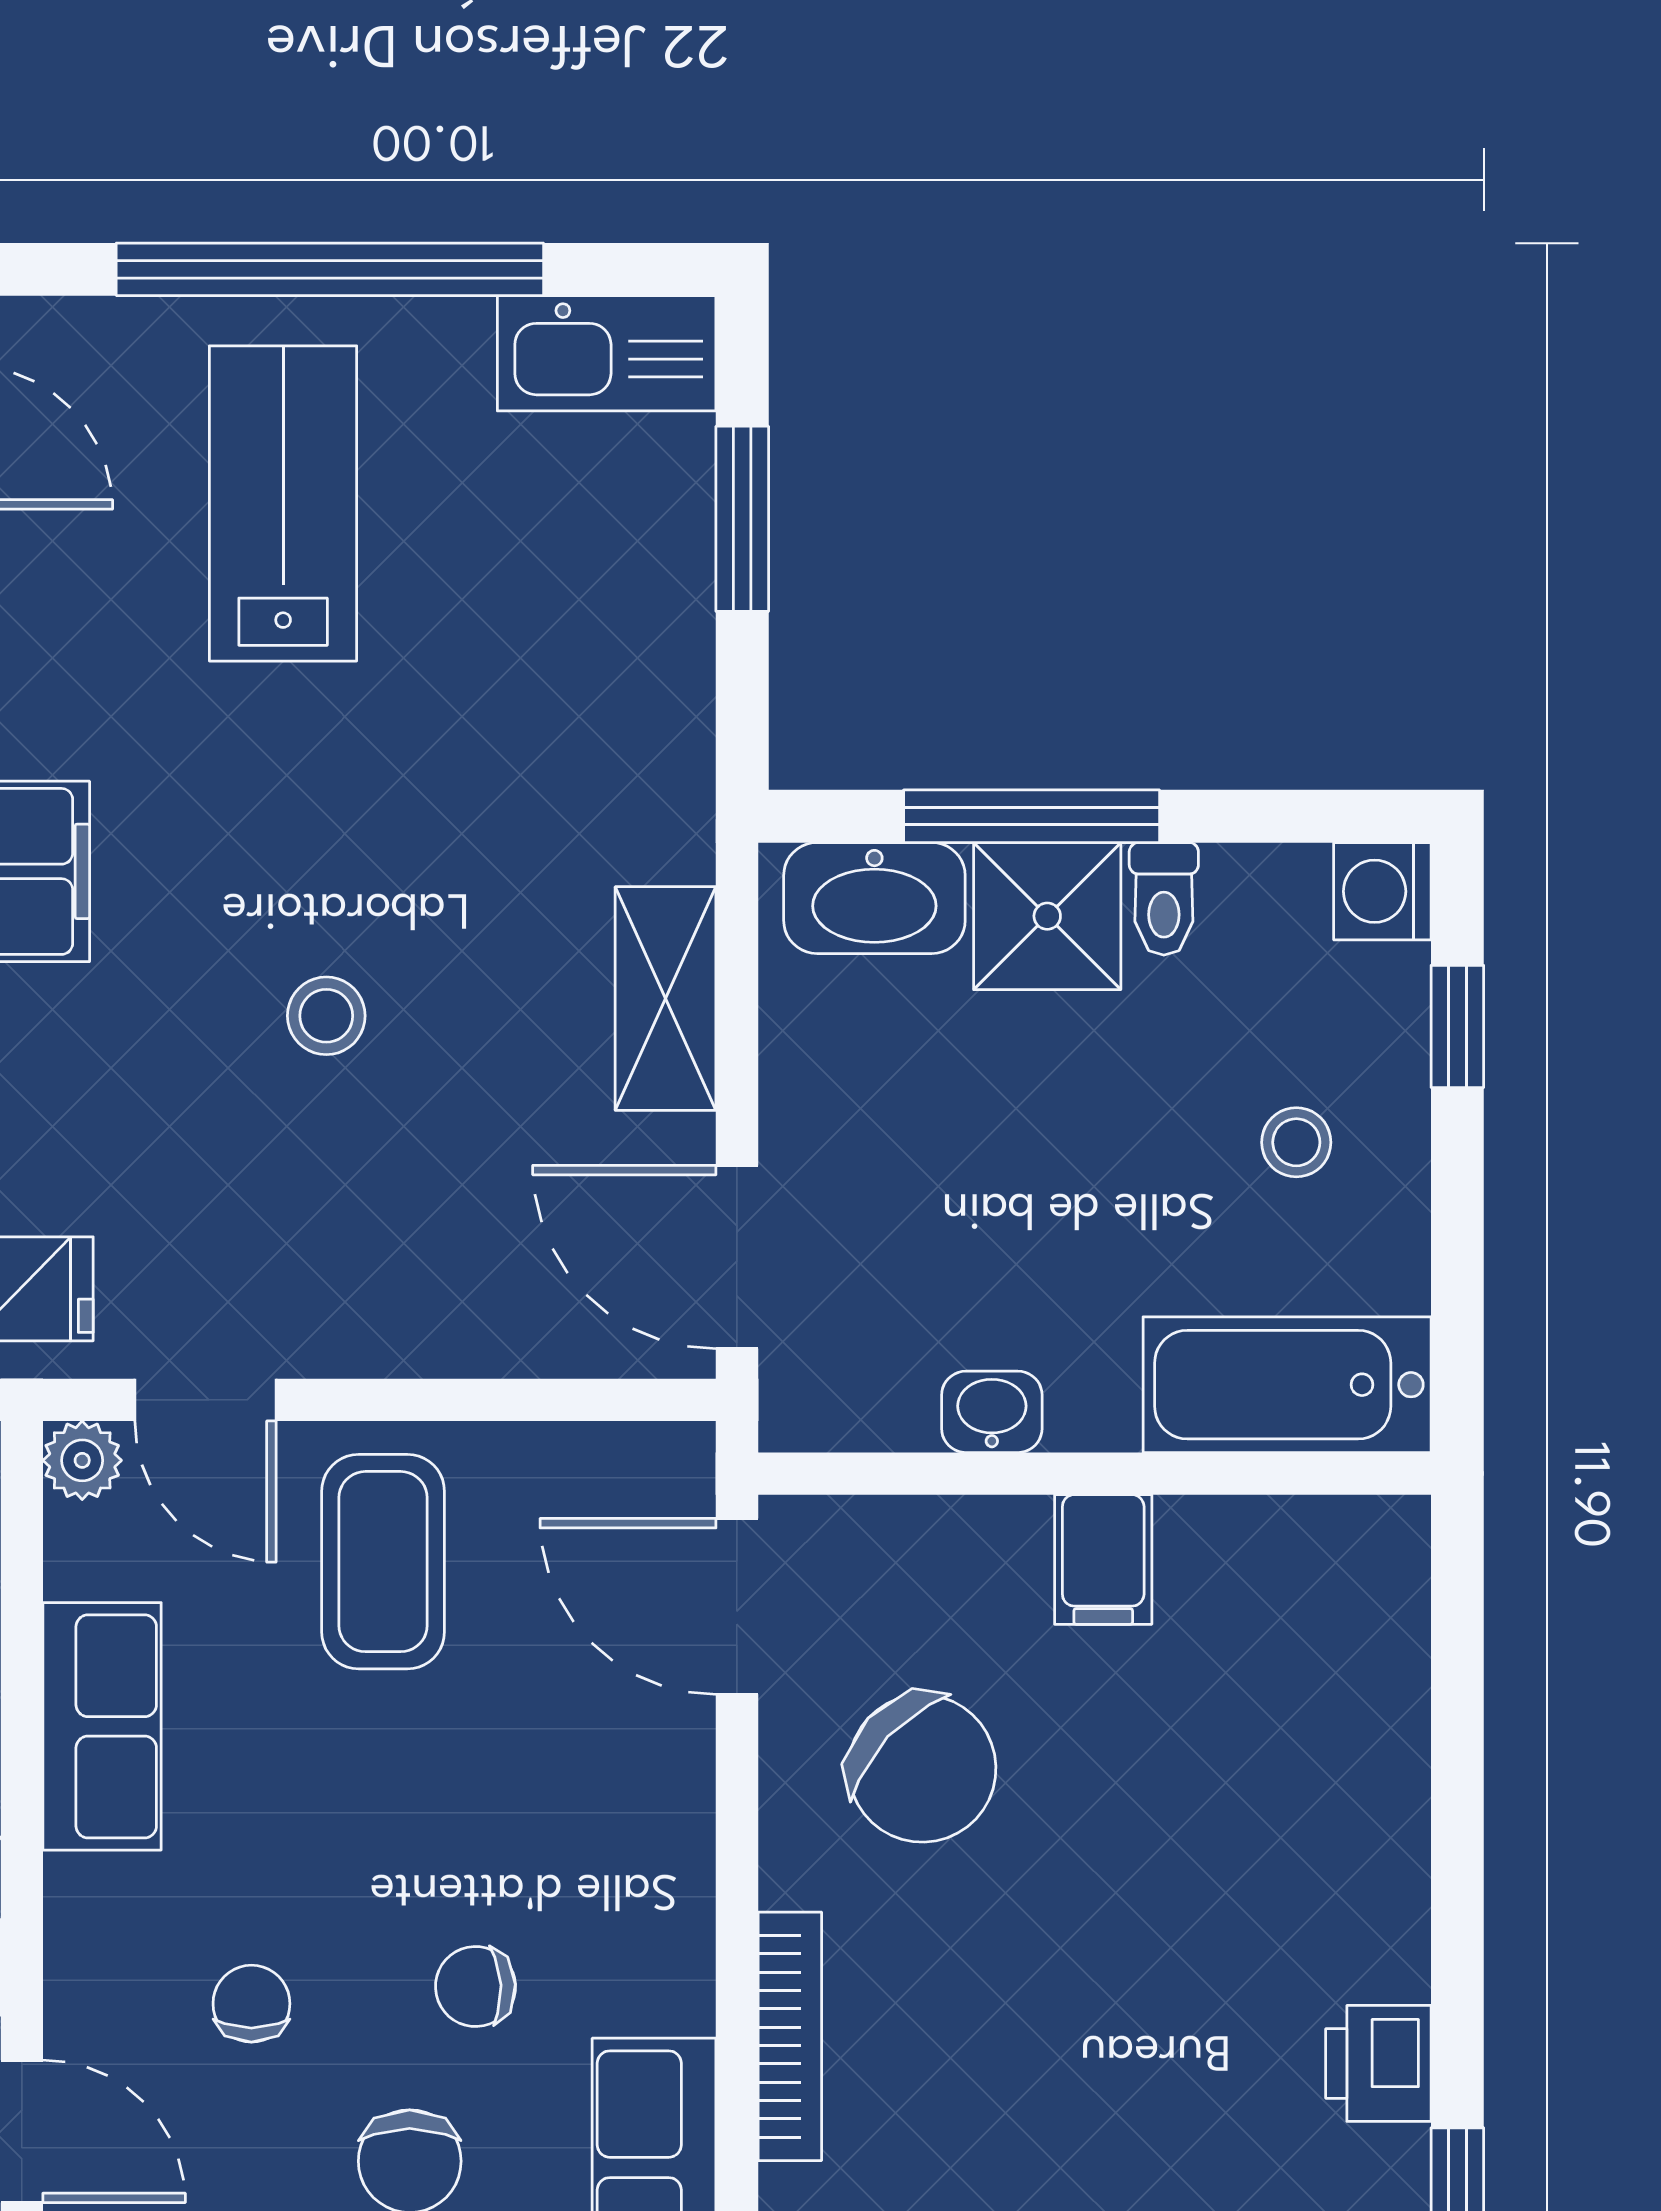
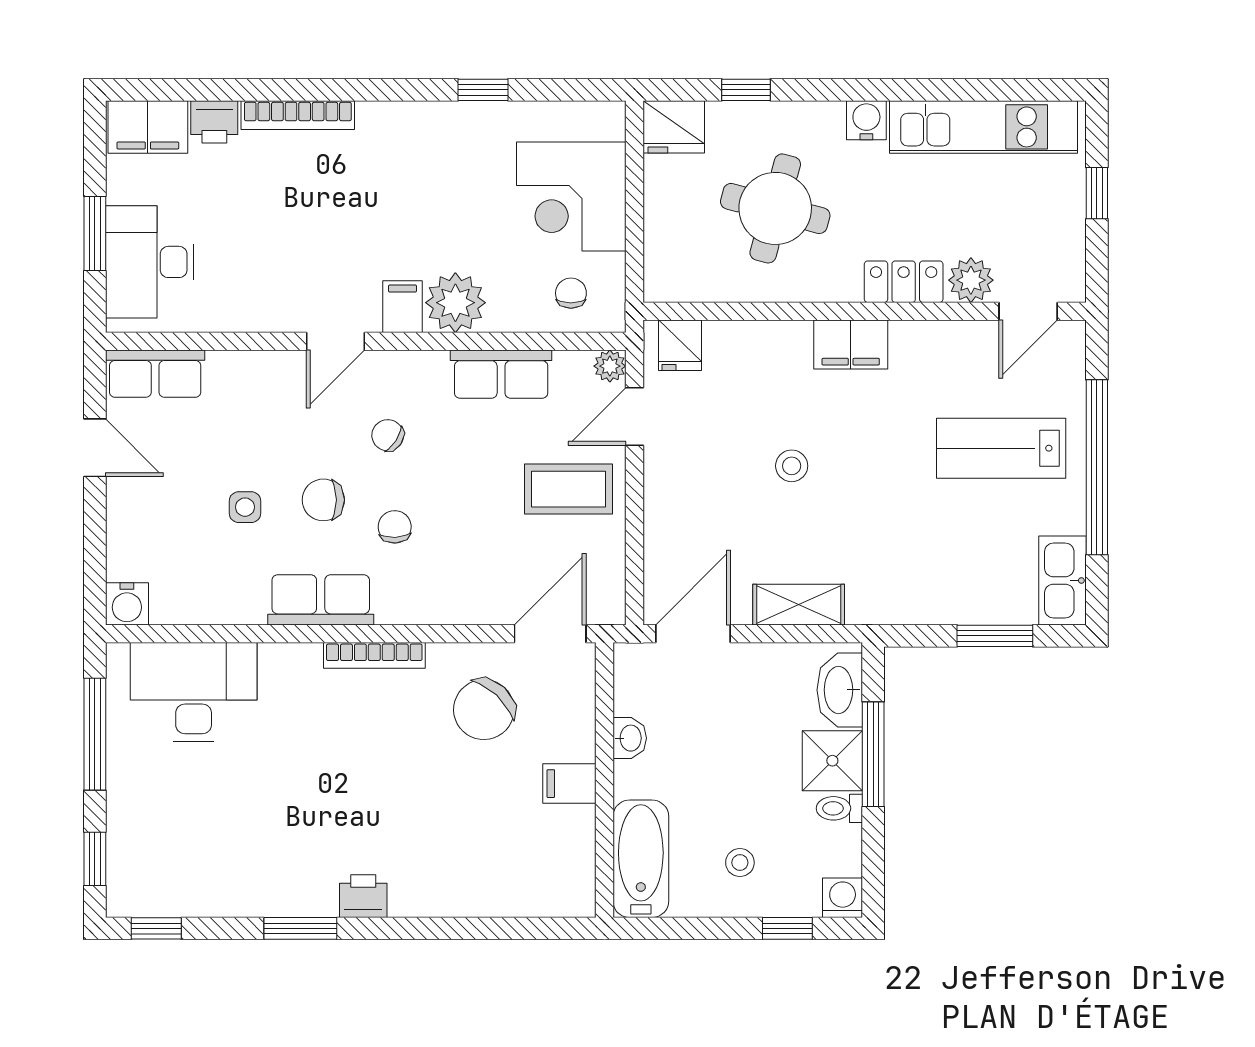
lab bench: (283, 503) -> (1001, 448), turned 180
chair: (251, 2004) -> (388, 435), turned -147

